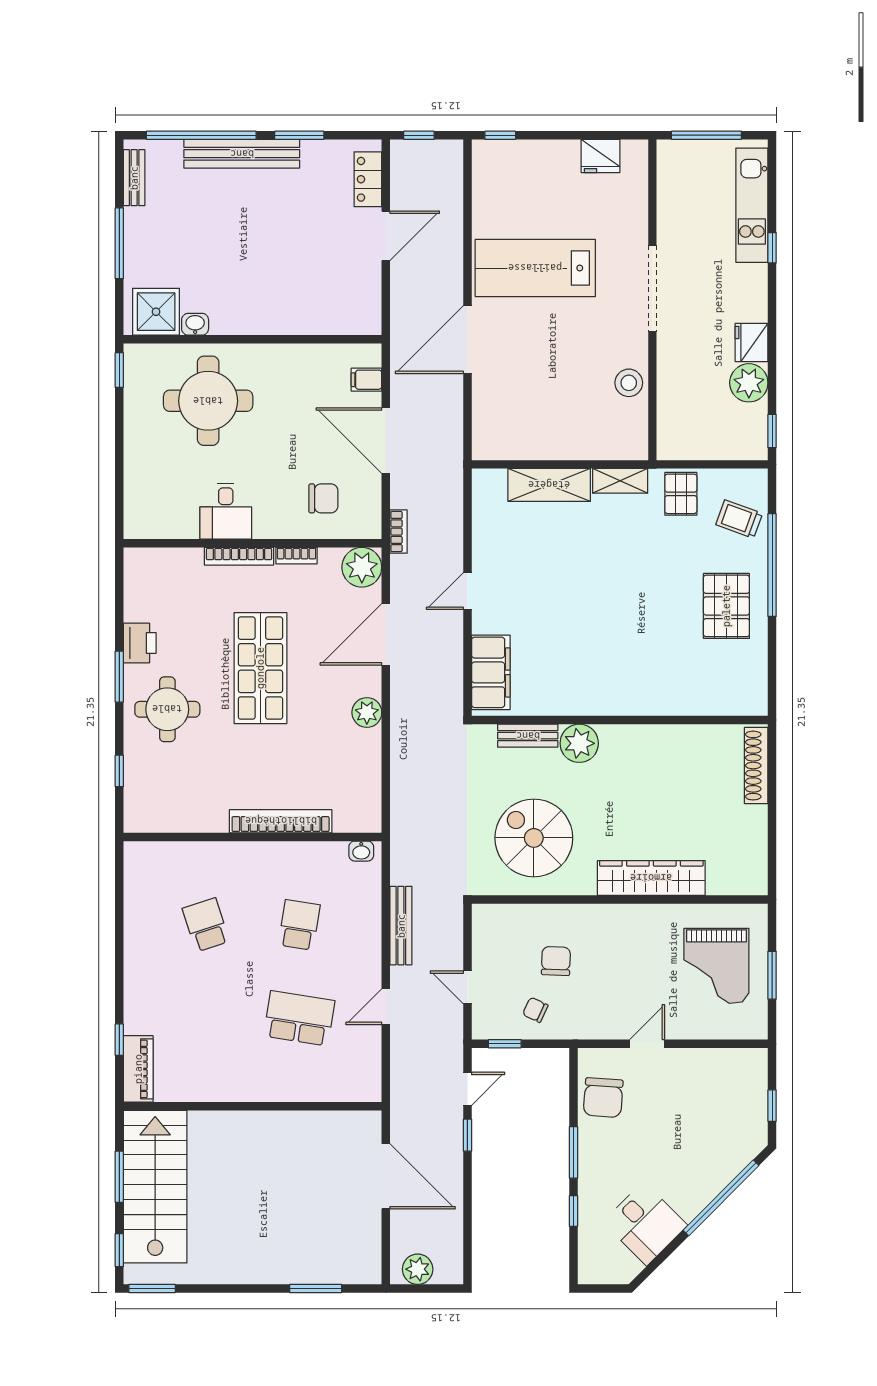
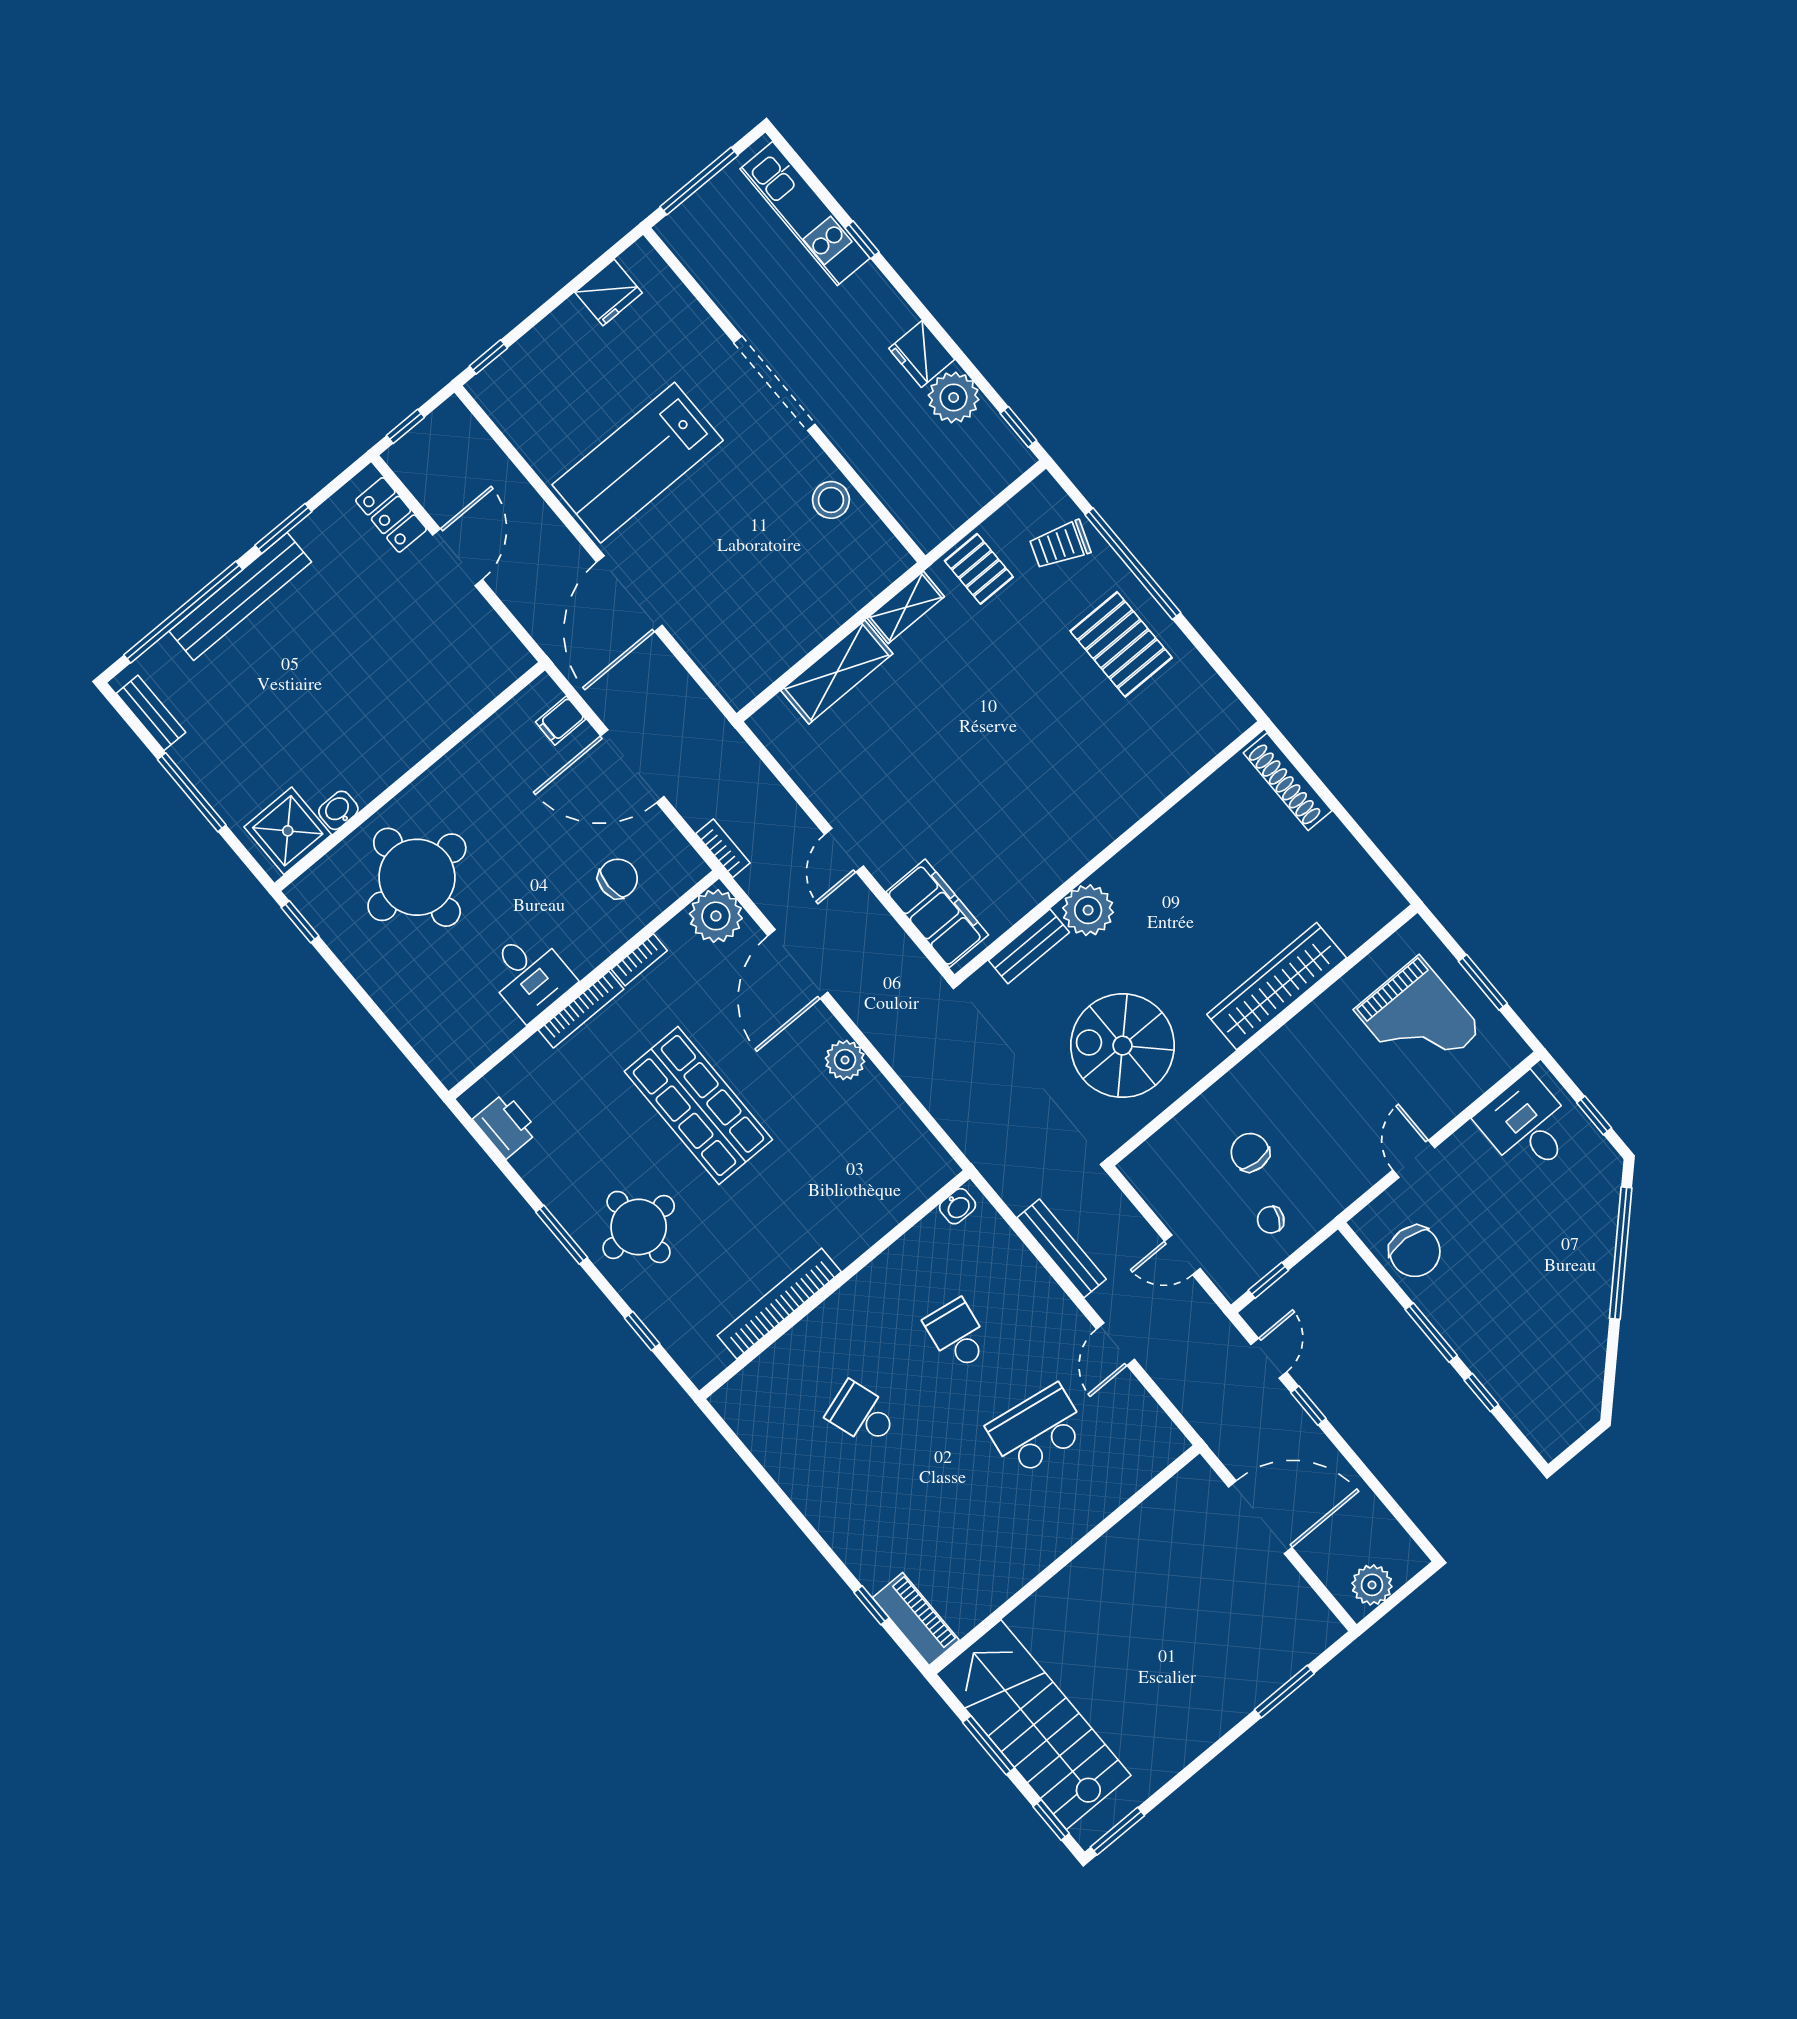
printer: (140, 643) -> (506, 1125), moved
bookcase: (281, 821) -> (779, 1304), moved
desk: (645, 1224) -> (1527, 1125), moved, turned -135

